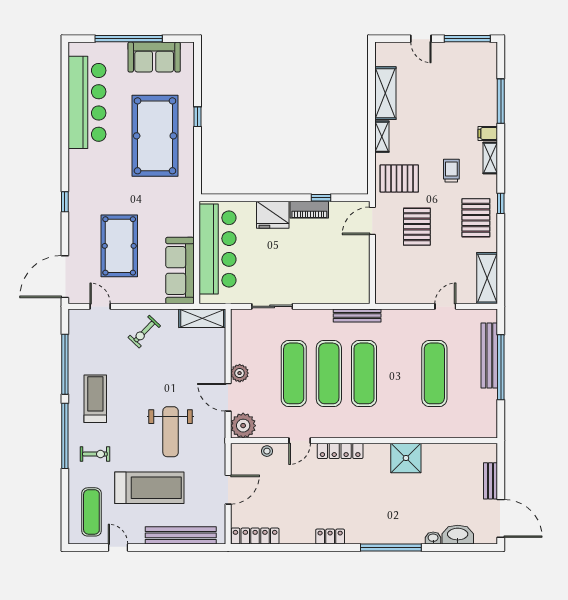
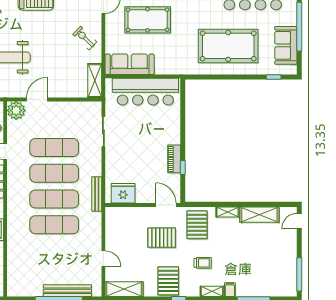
door: (421, 39) -> (299, 221), moved
window: (197, 117) -> (274, 77), moved
fridge: (273, 215) -> (123, 193), moved, turned 90
pallet: (476, 218) -> (168, 281), turned 90
plant: (240, 373) -> (55, 108), removed
exercise mat: (434, 373) -> (54, 225), moved

